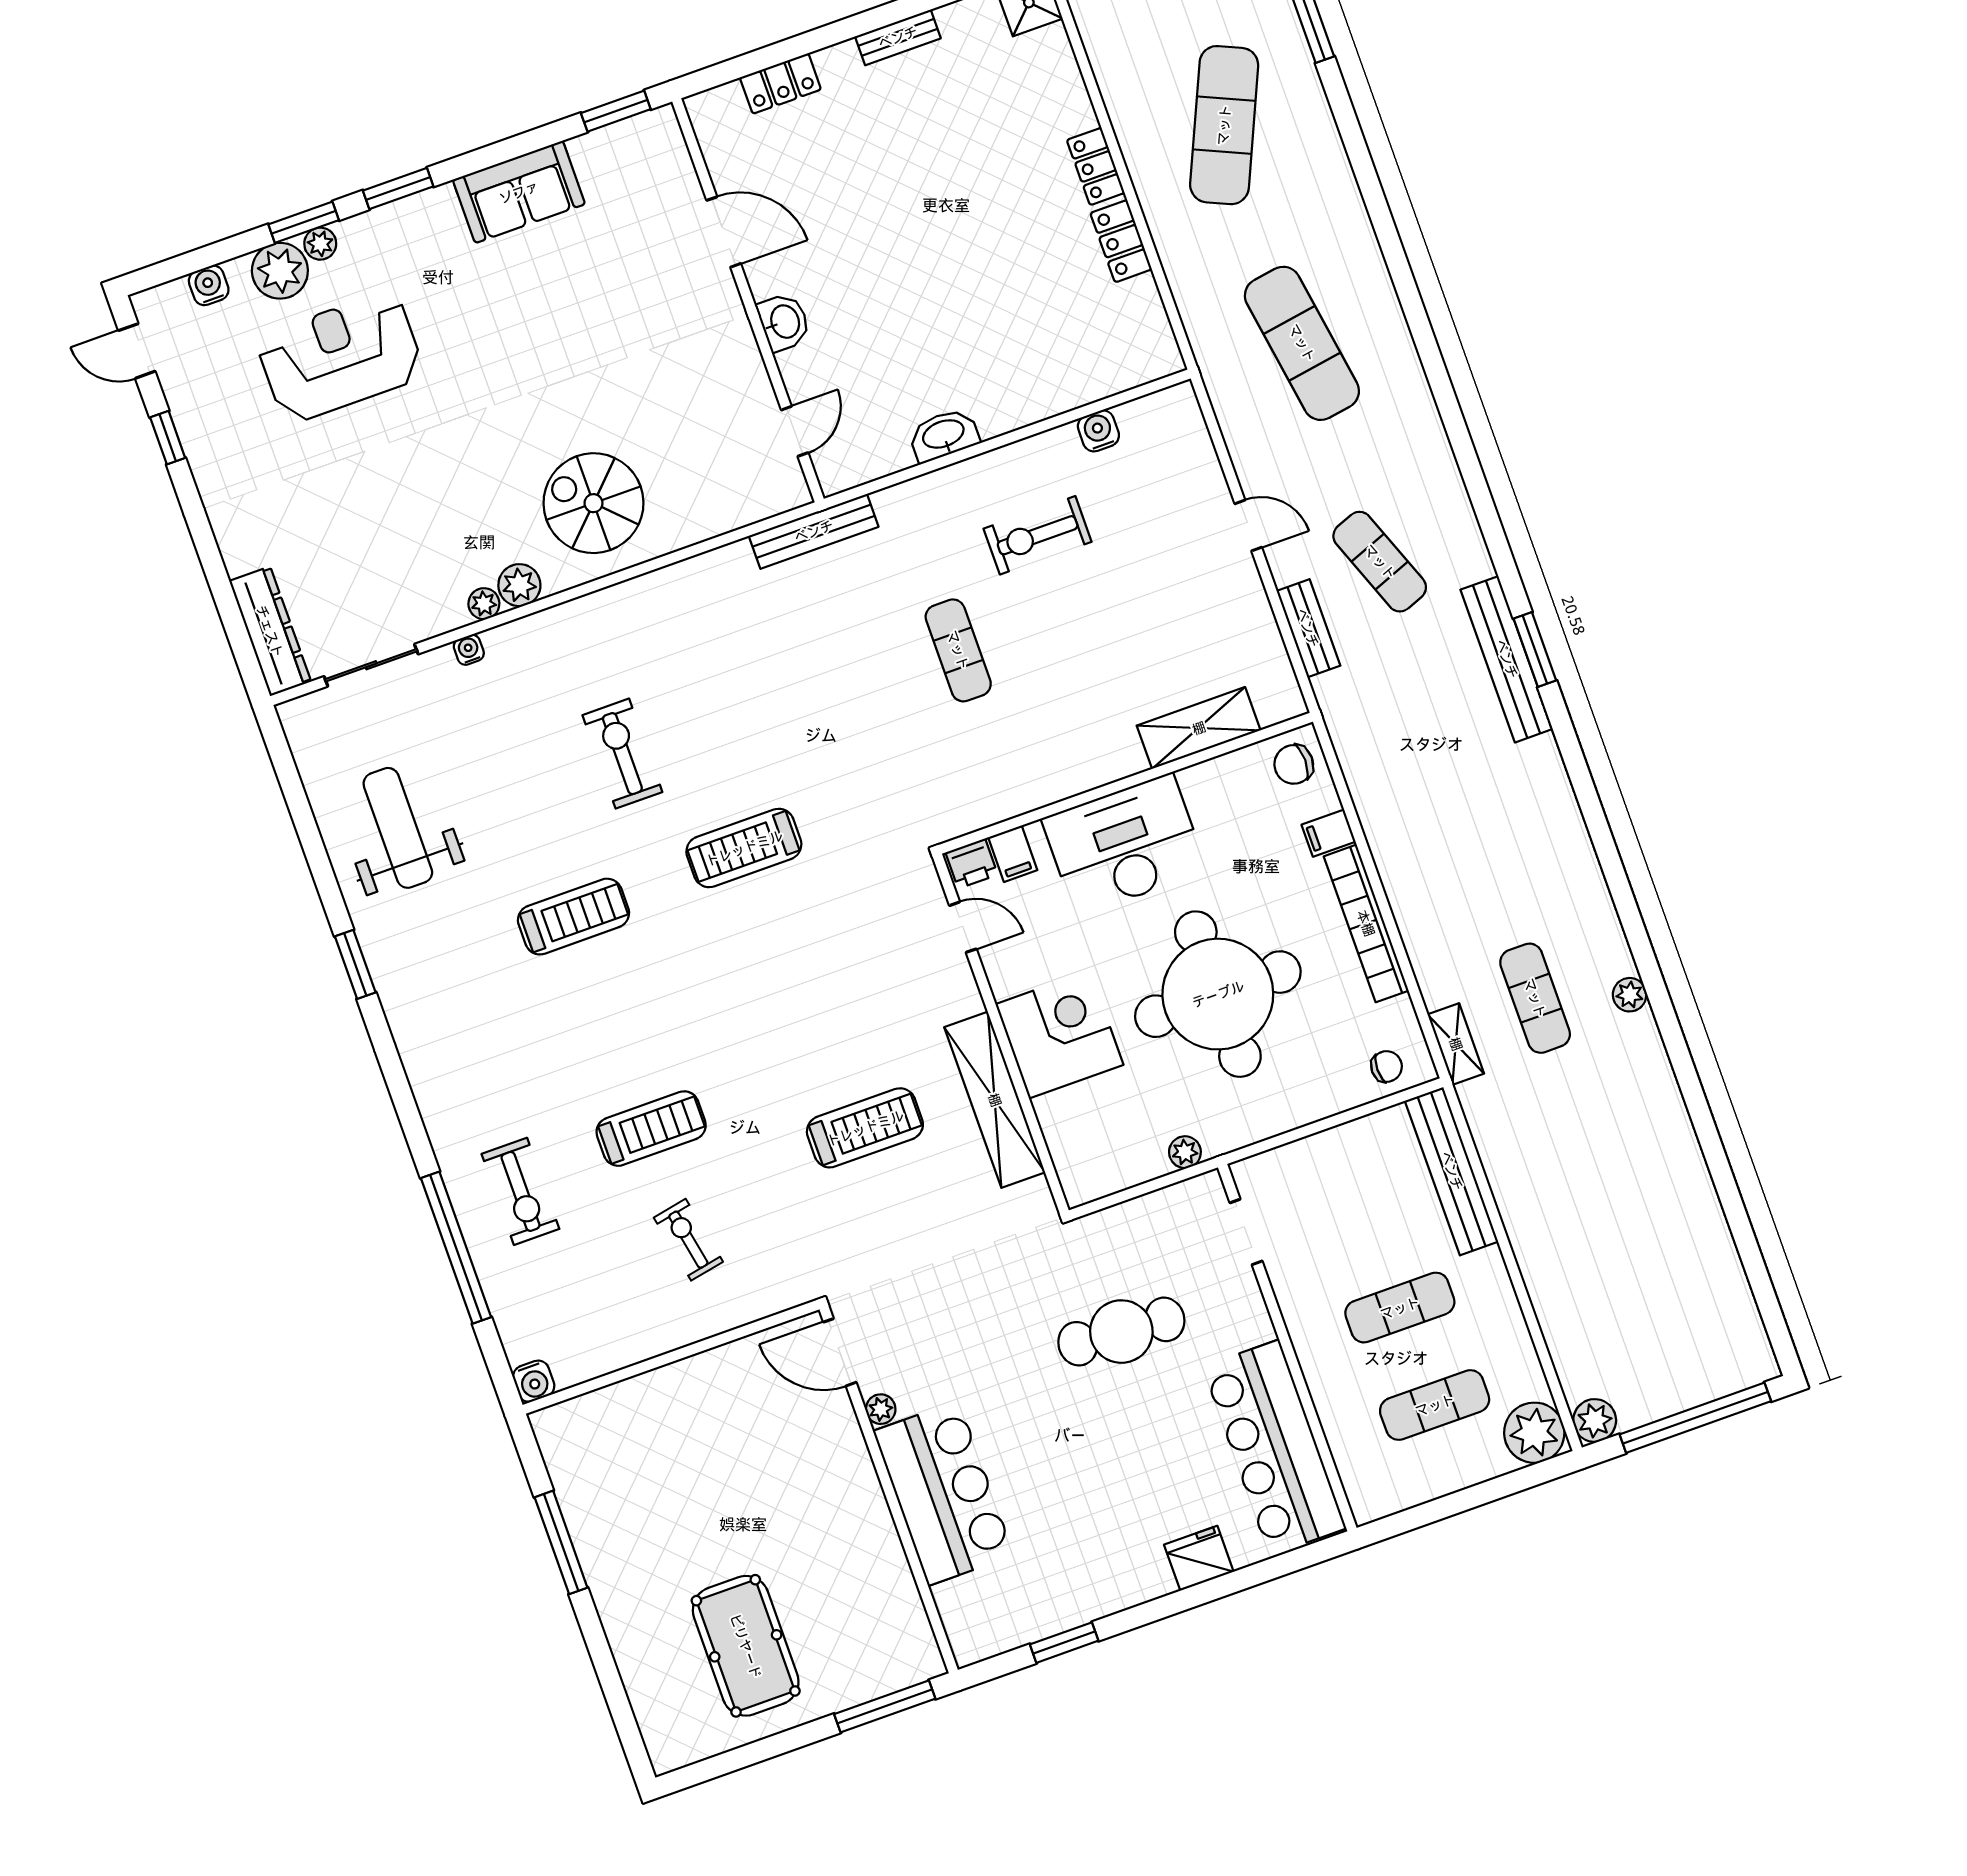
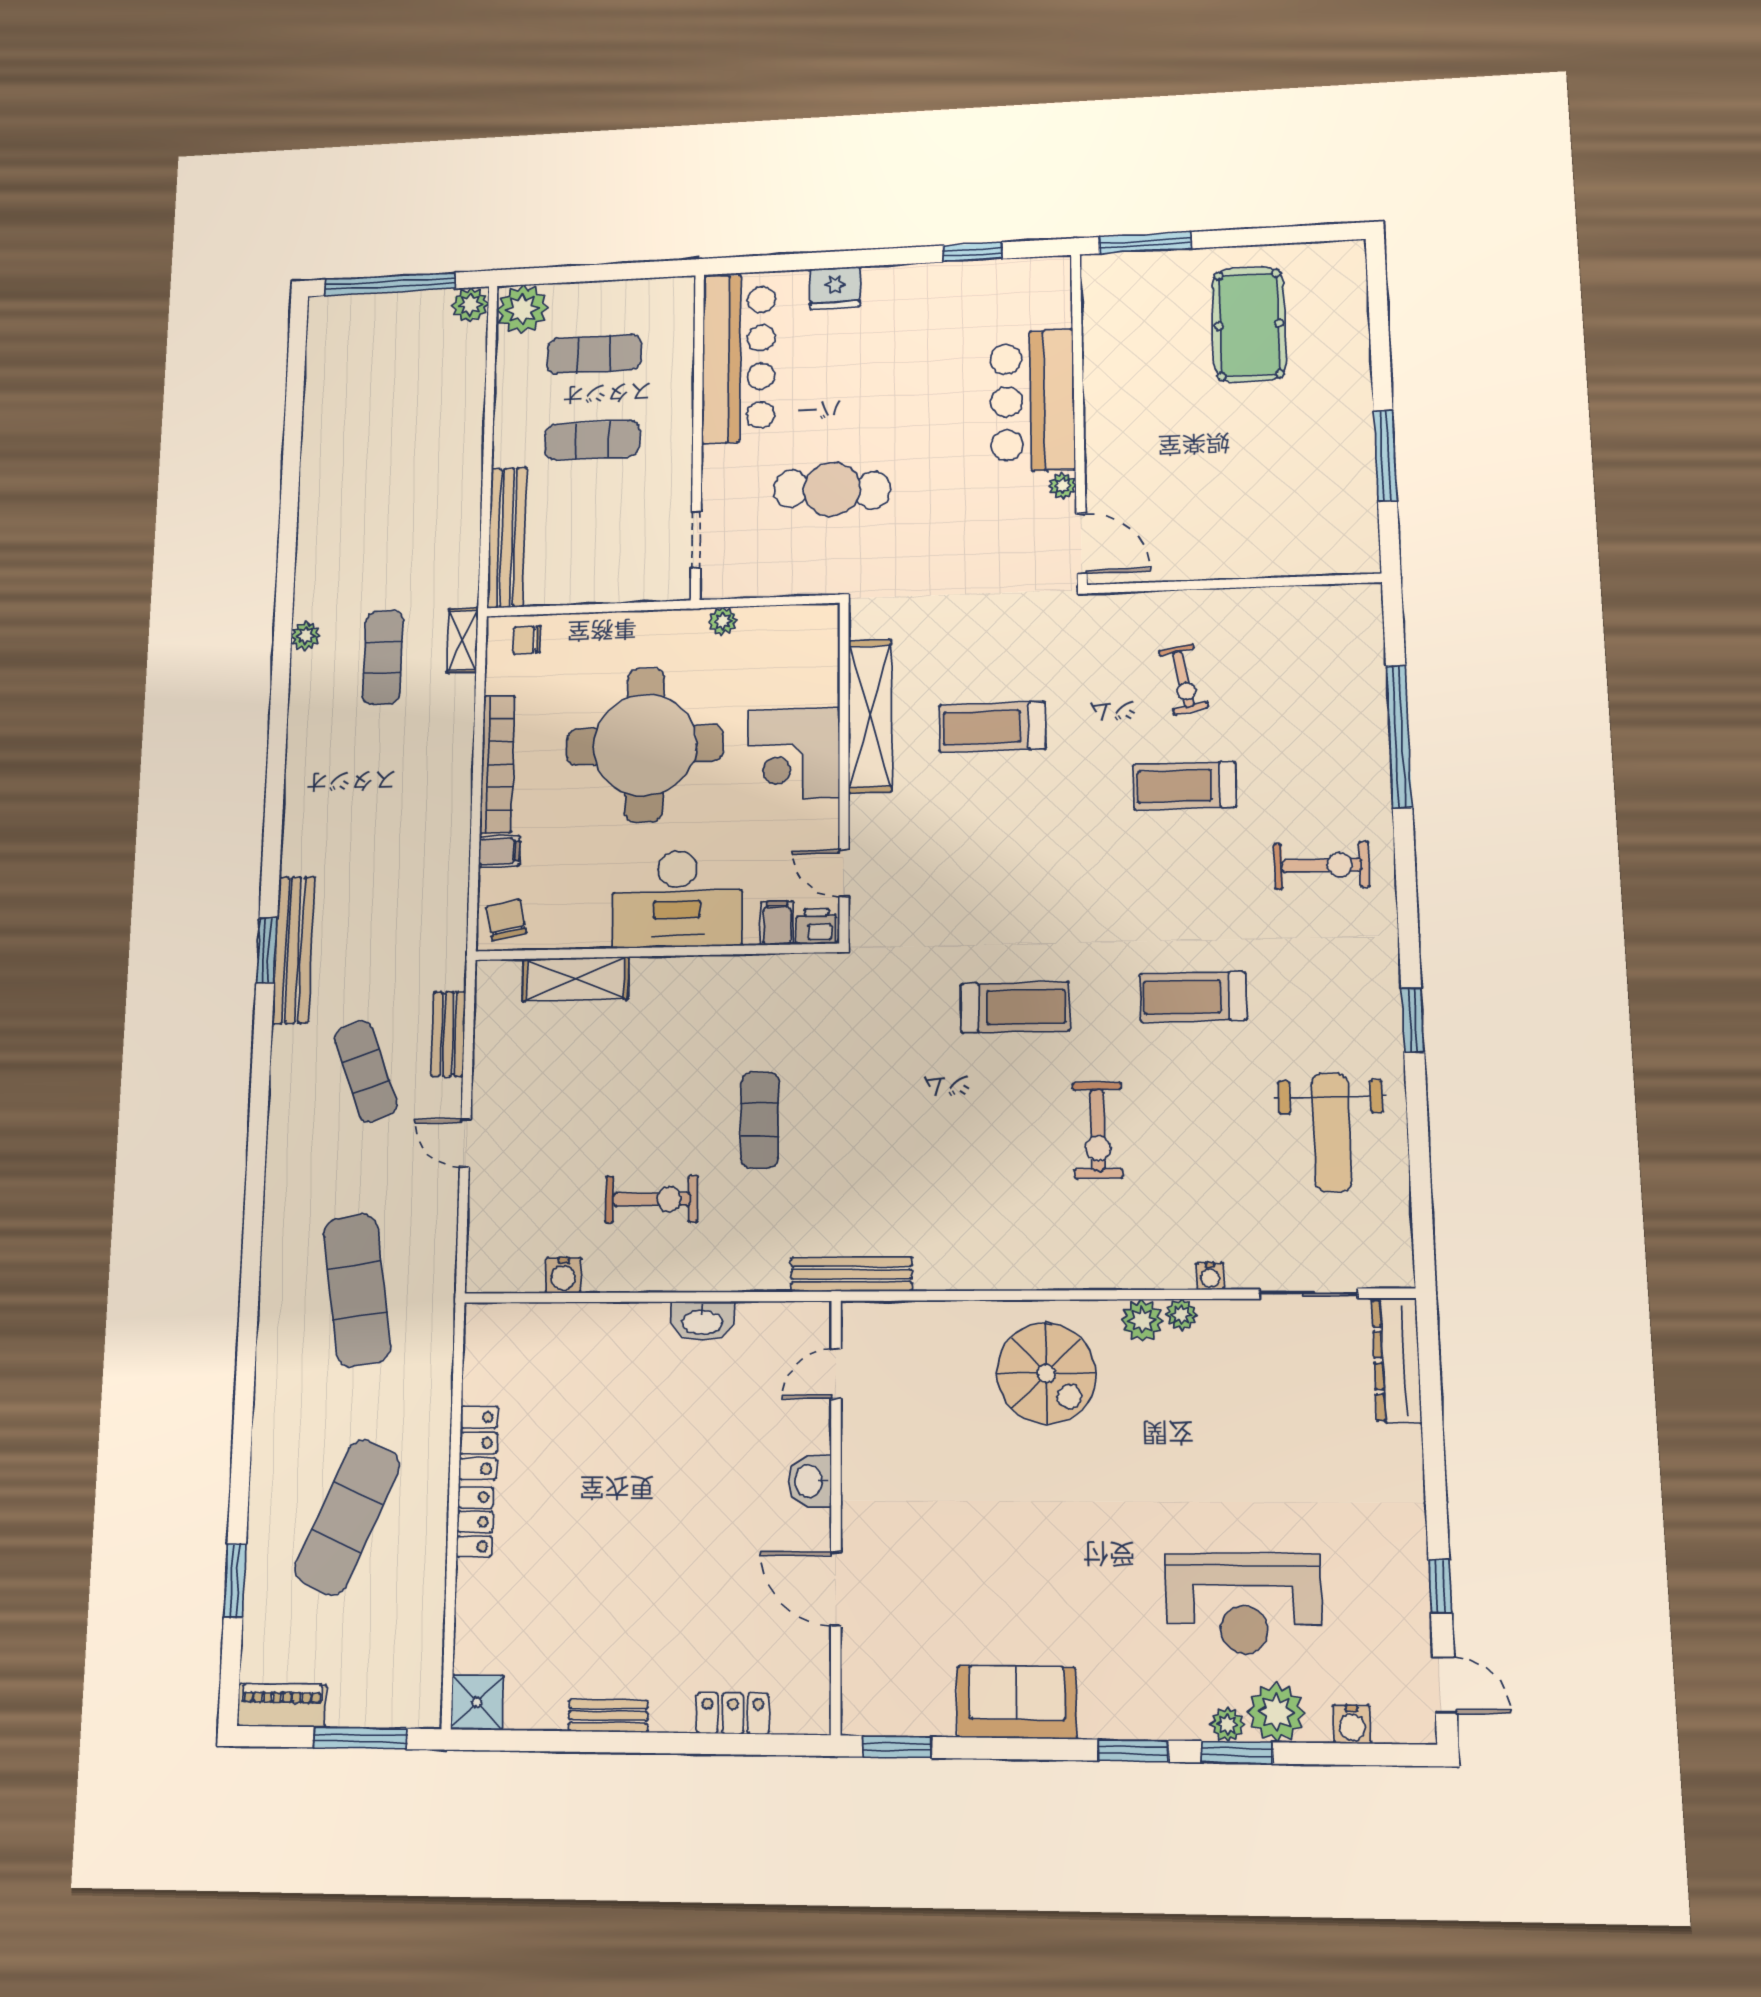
chair: (1294, 764) -> (506, 920), turned -103
exercise bike: (520, 1191) -> (1322, 865), moved, turned 90
water cooler: (534, 1381) -> (1365, 599), removed

